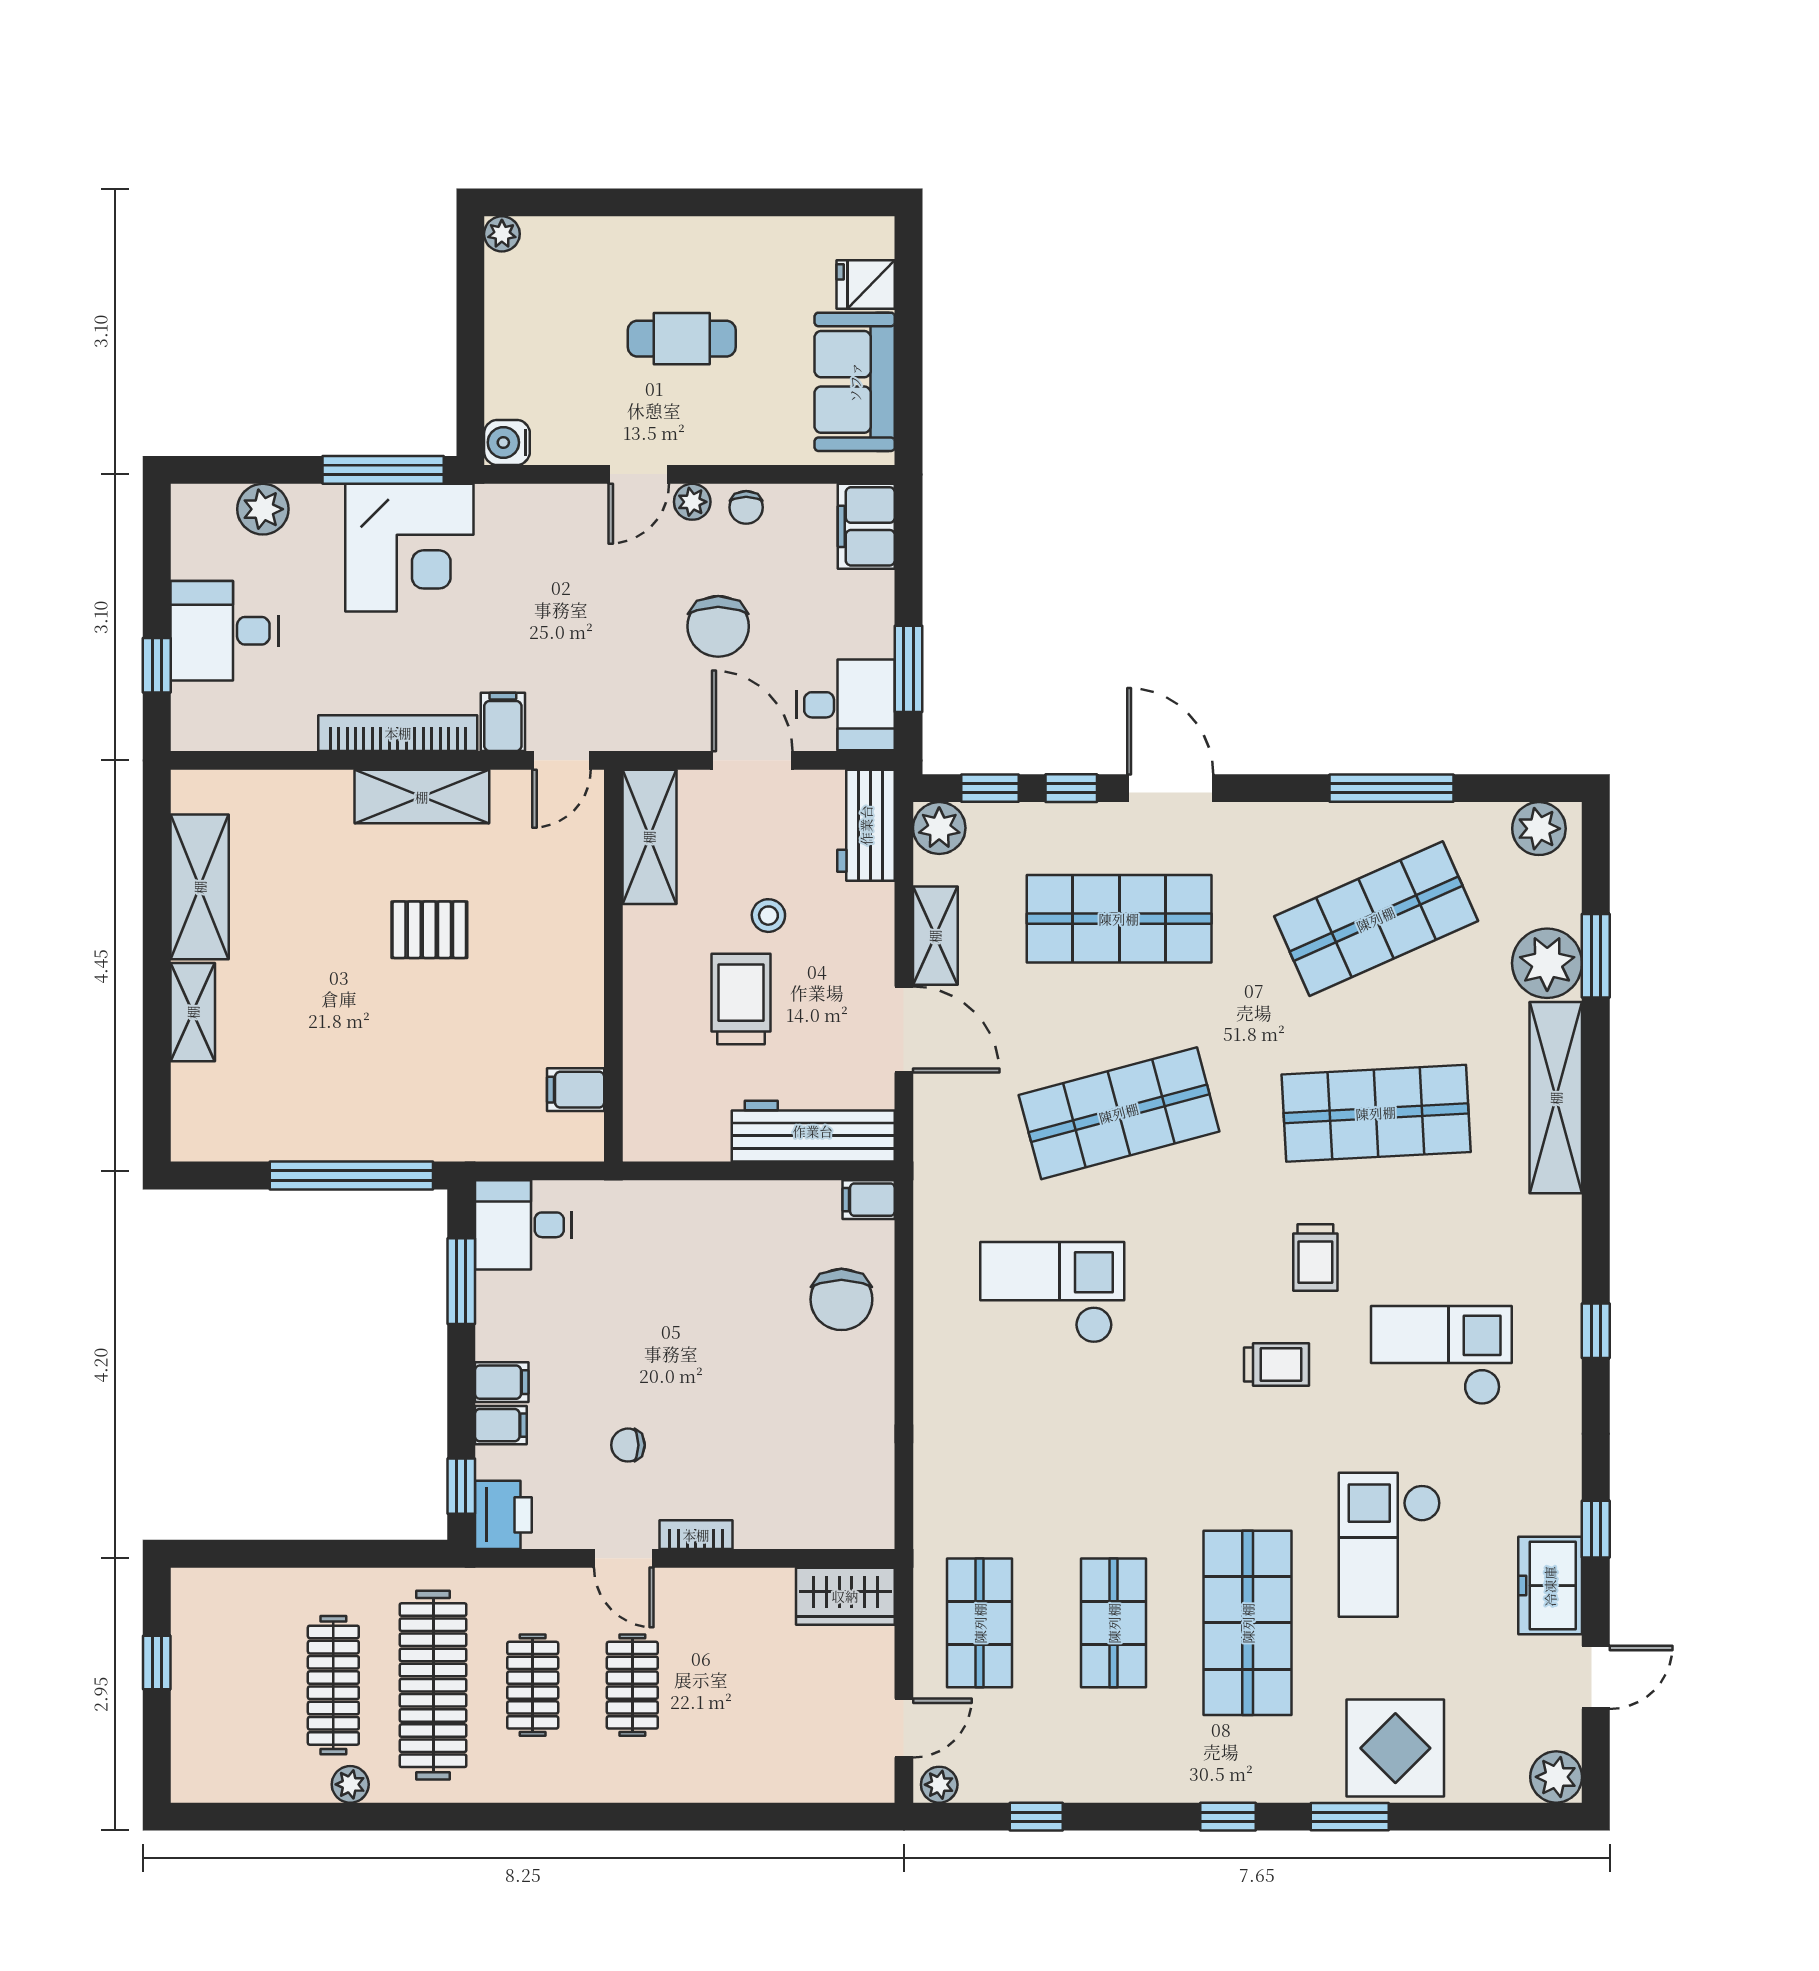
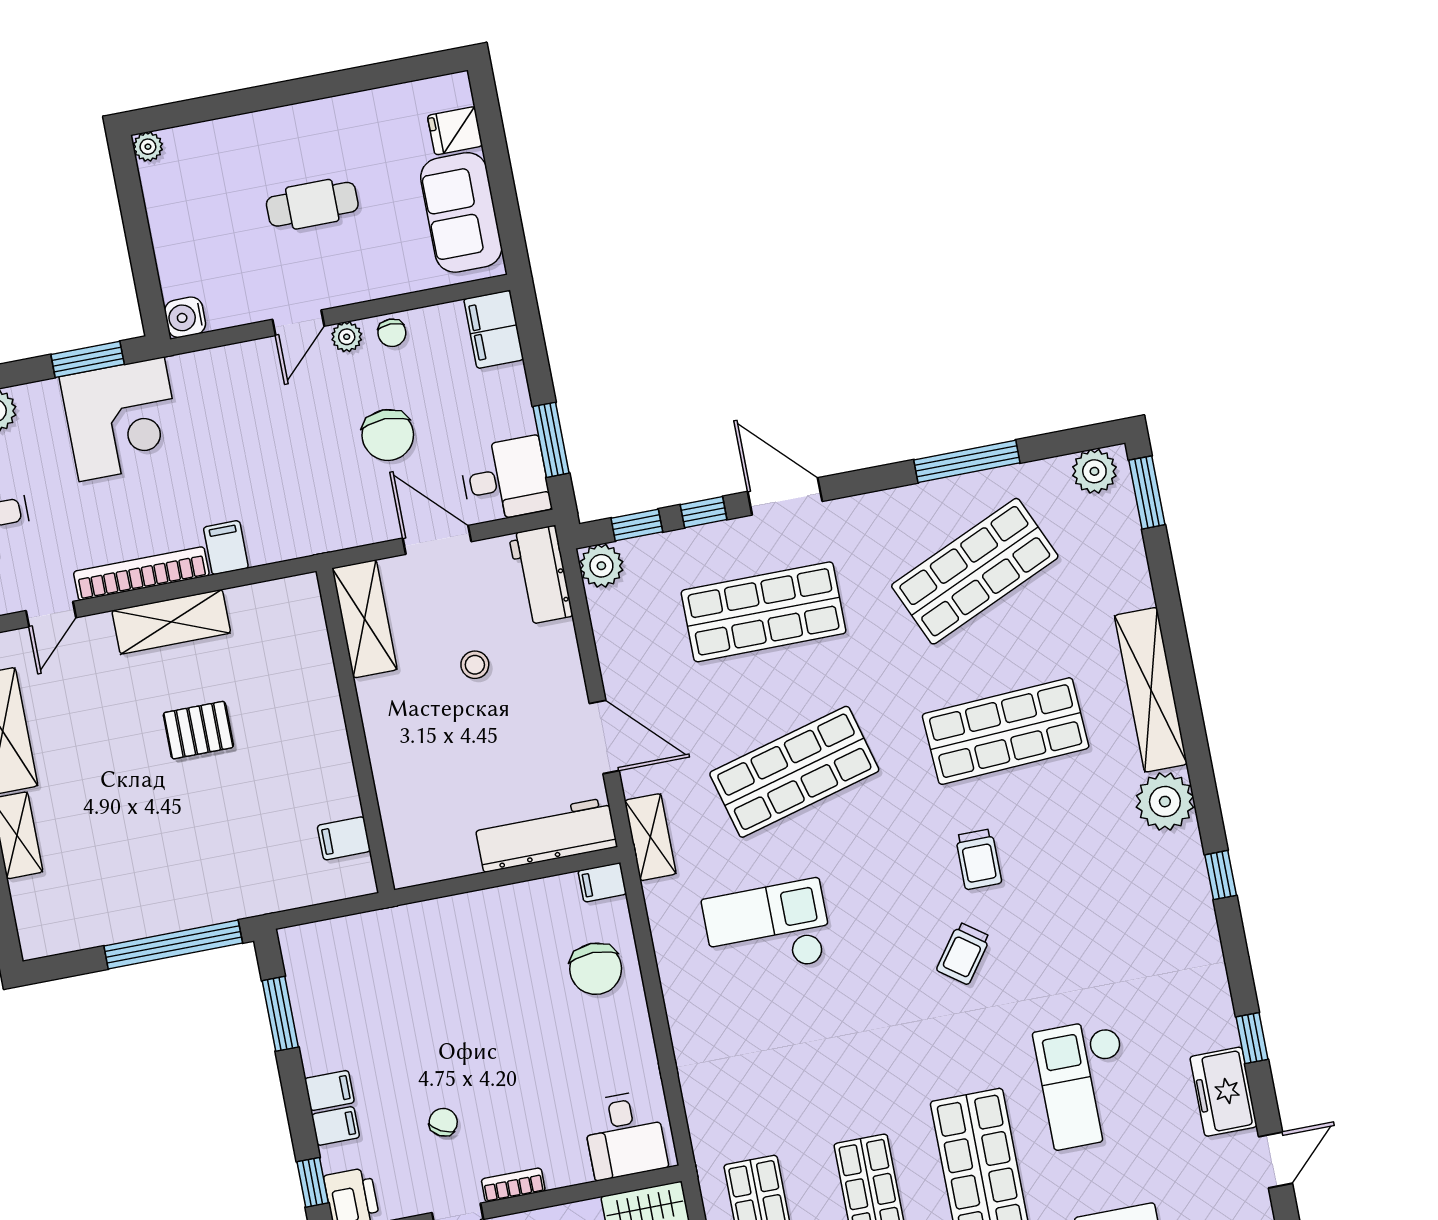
window: (383, 470) -> (88, 359), width x0.69
door: (562, 760) -> (51, 614), moved
shelving: (935, 936) -> (650, 837), moved
window: (1596, 956) -> (1147, 492), moved
plant: (1547, 963) -> (1165, 802), moved
trolley: (741, 999) -> (465, 738), removed
desk: (523, 1225) -> (625, 1135), moved, turned -90
checkout: (1441, 1355) -> (1098, 920), removed
trolley: (1276, 1365) -> (963, 953), turned 126
chair: (628, 1445) -> (443, 1122), turned 117

